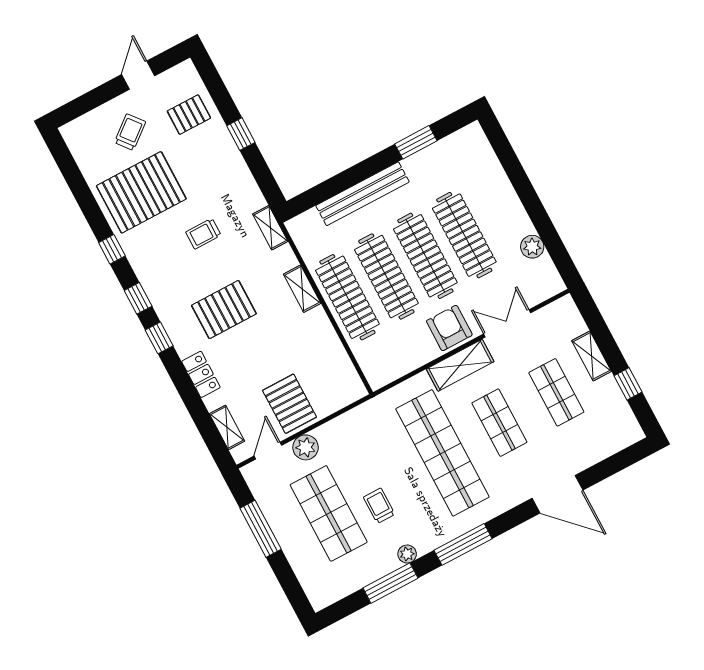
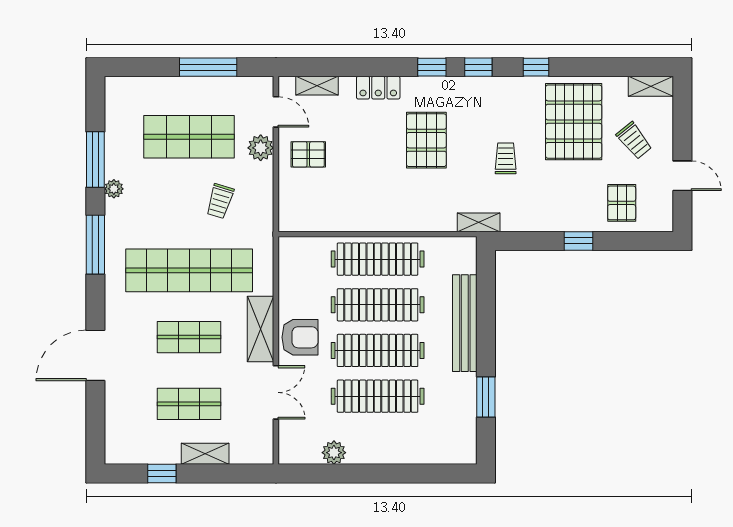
shelving: (302, 289) -> (651, 86), moved
pallet: (290, 404) -> (308, 154), width x0.67, depth x0.71
trolley: (379, 506) -> (220, 201), moved, turned 107

